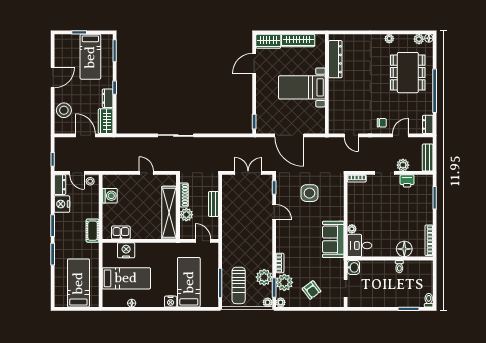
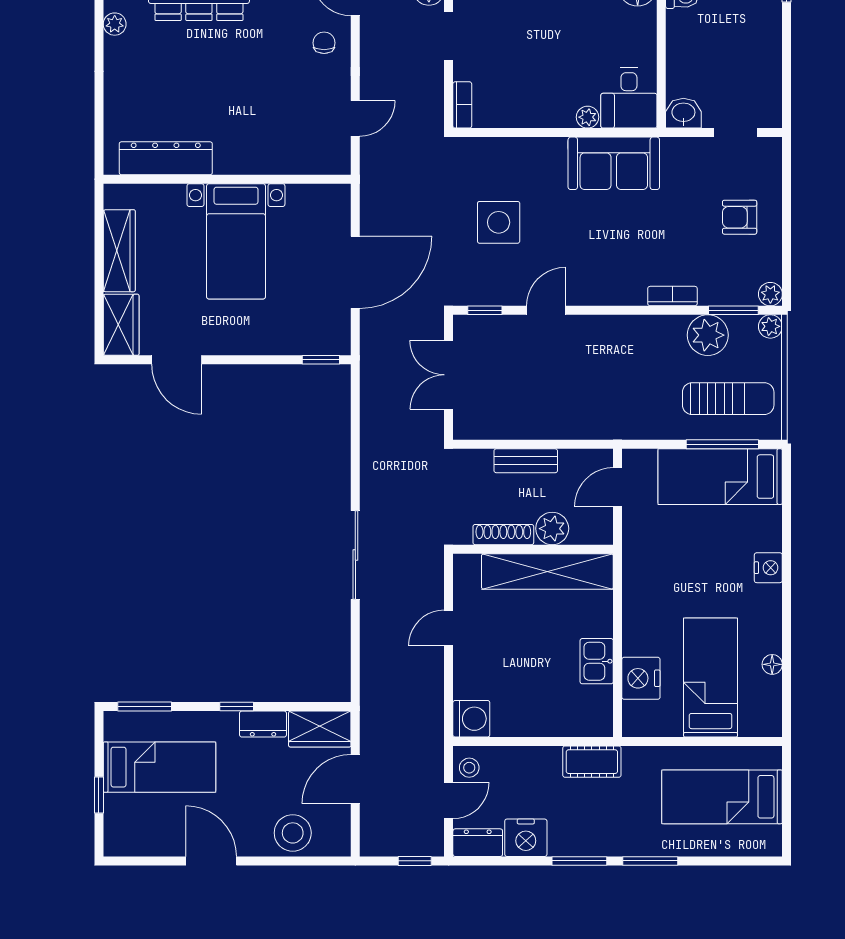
washing machine: (110, 196) -> (471, 719), moved, turned 90
kitchen sink: (121, 233) -> (597, 661), moved
bed: (189, 282) -> (720, 477), moved
plant: (284, 282) -> (721, 285), removed
armchair: (312, 290) -> (740, 217), turned -143

